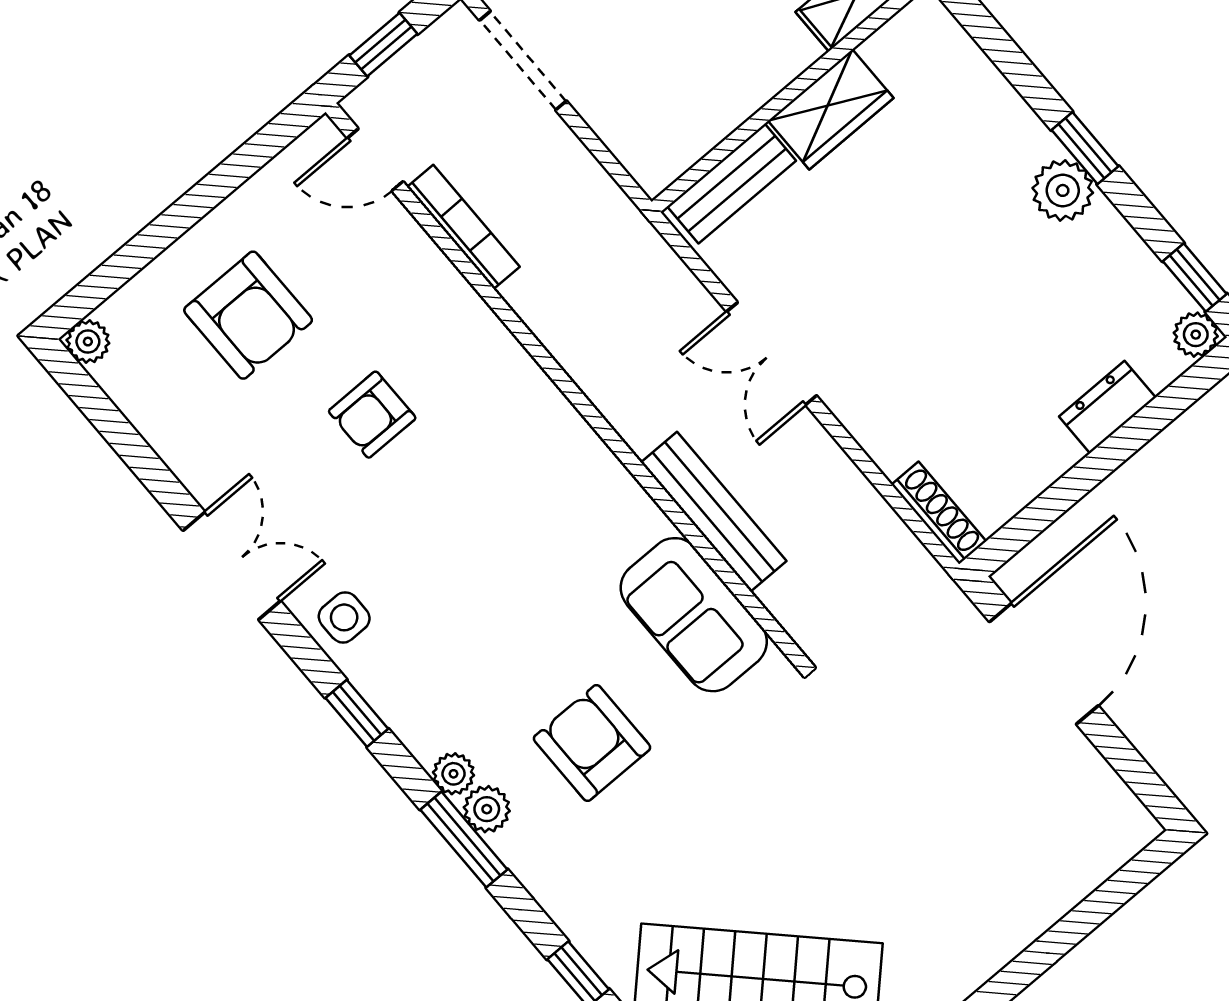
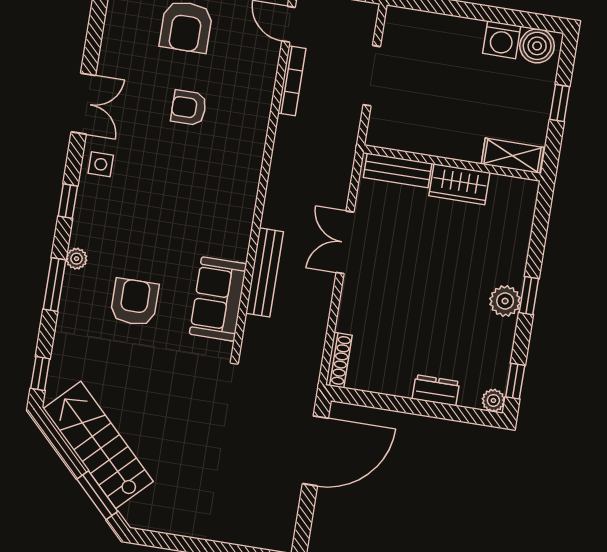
doorway: (523, 61) -> (372, 76), moved
plant: (487, 809) -> (74, 283), removed

